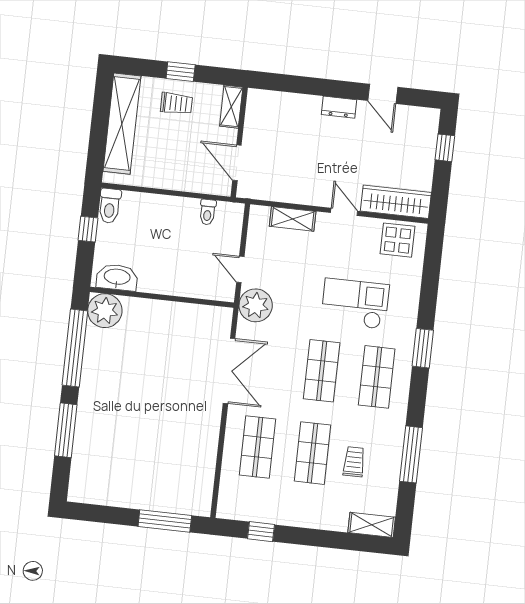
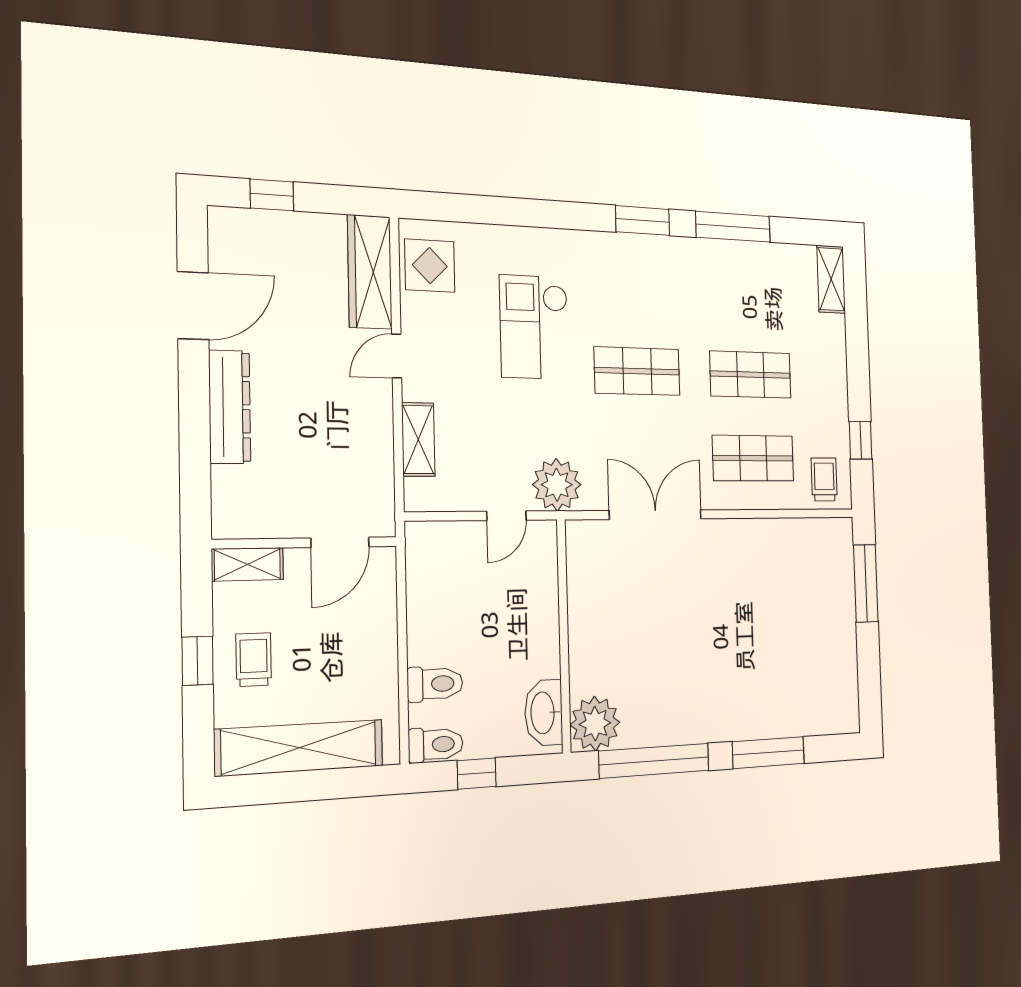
door: (383, 94) -> (193, 306), width x1.38
dresser: (339, 107) -> (230, 407), width x1.96, depth x1.24
toilet: (208, 212) -> (435, 684), moved, width x1.37, depth x1.39
window: (423, 348) -> (643, 221), moved
shop shelf: (377, 377) -> (635, 285), removed
trolley: (354, 462) -> (824, 479), moved, turned 90

